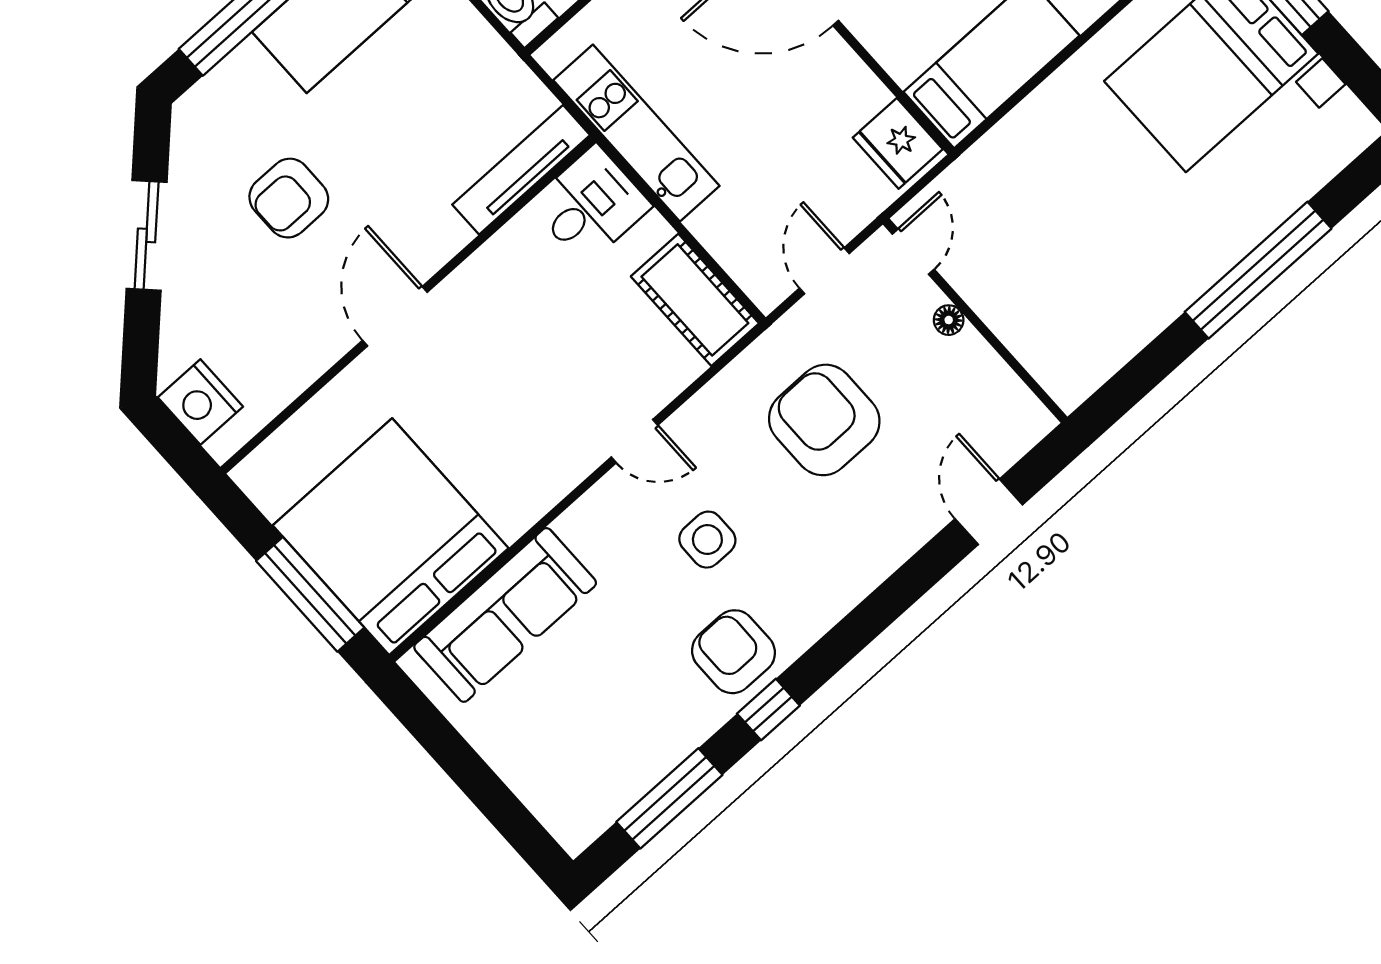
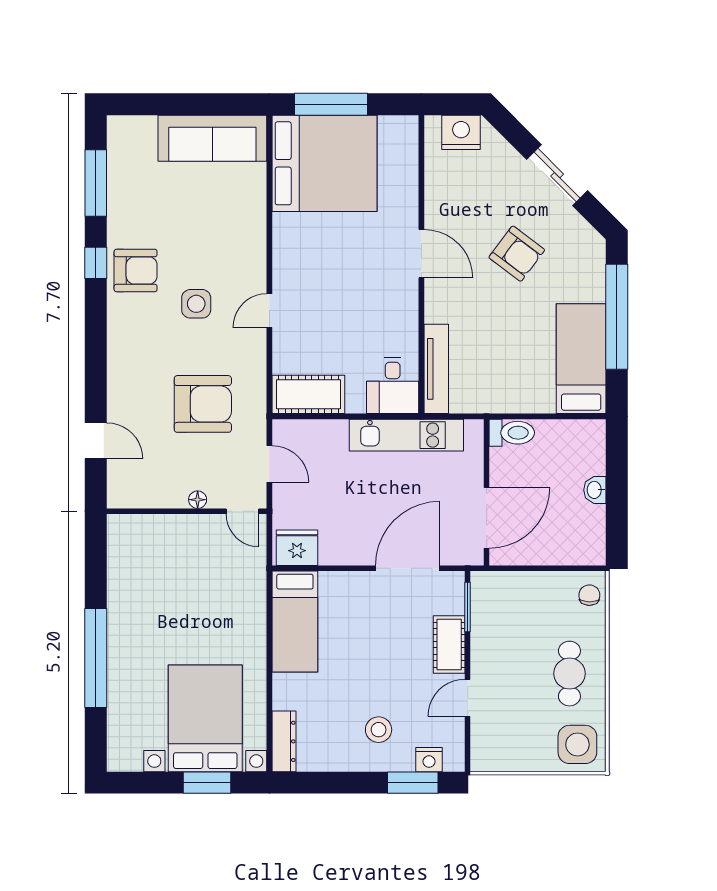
armchair: (289, 198) -> (517, 254), turned 127
sofa: (505, 615) -> (212, 138), moved, turned -90

